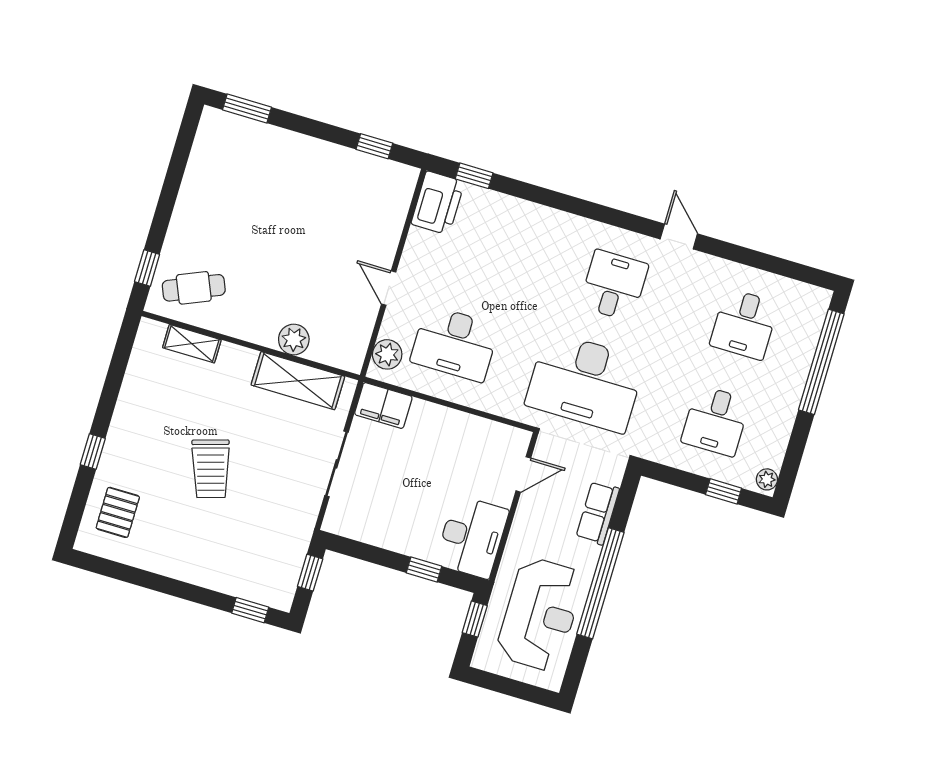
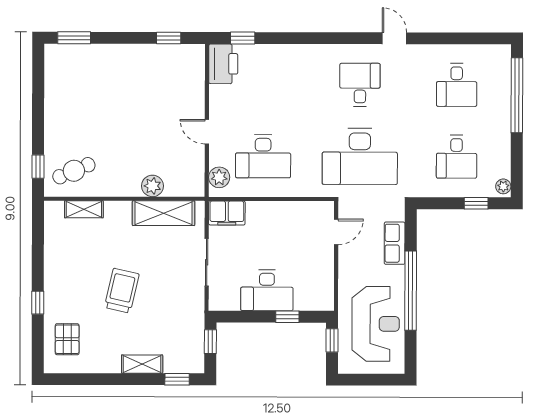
trolley: (211, 469) -> (122, 291), turned -150
desk: (472, 537) -> (267, 290), moved, turned 90
shelving: (209, 576) -> (142, 364), added

